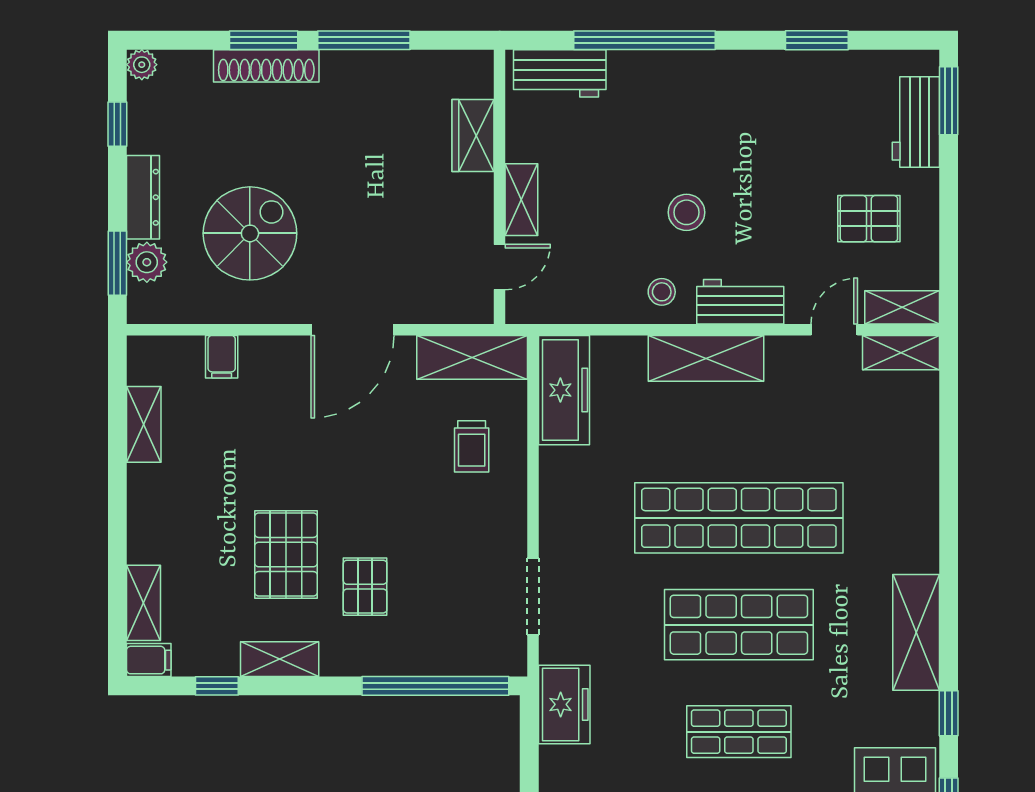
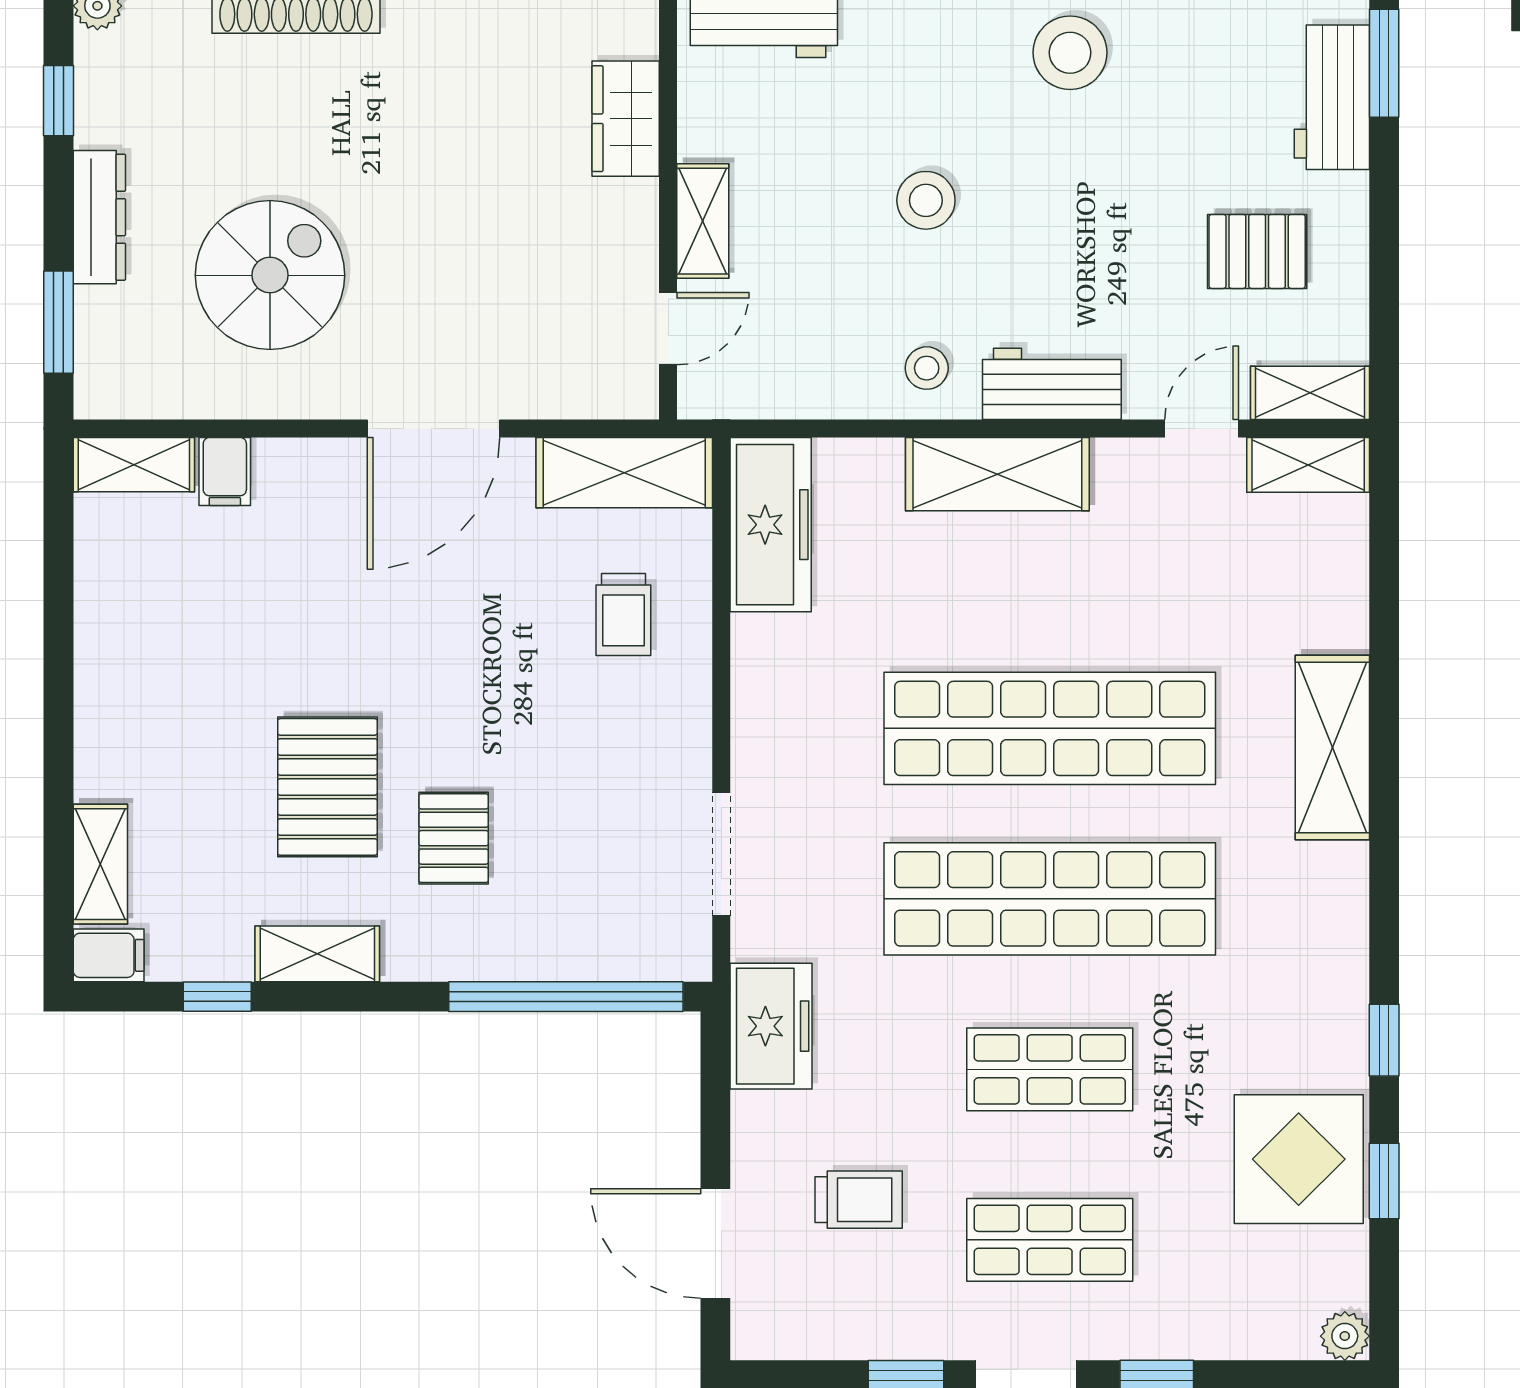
stool: (752, 94) -> (1070, 53), added
stool: (686, 212) -> (926, 200), moved
plant: (147, 262) -> (105, 321), removed
shelving: (144, 424) -> (134, 465), moved, turned 90
shop shelf: (739, 625) -> (1050, 899), width x1.40
shelving: (916, 632) -> (1332, 747), moved

